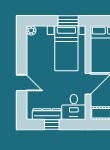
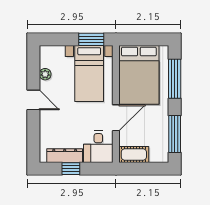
plant: (31, 31) -> (45, 74), moved
door: (22, 83) -> (33, 100), moved

